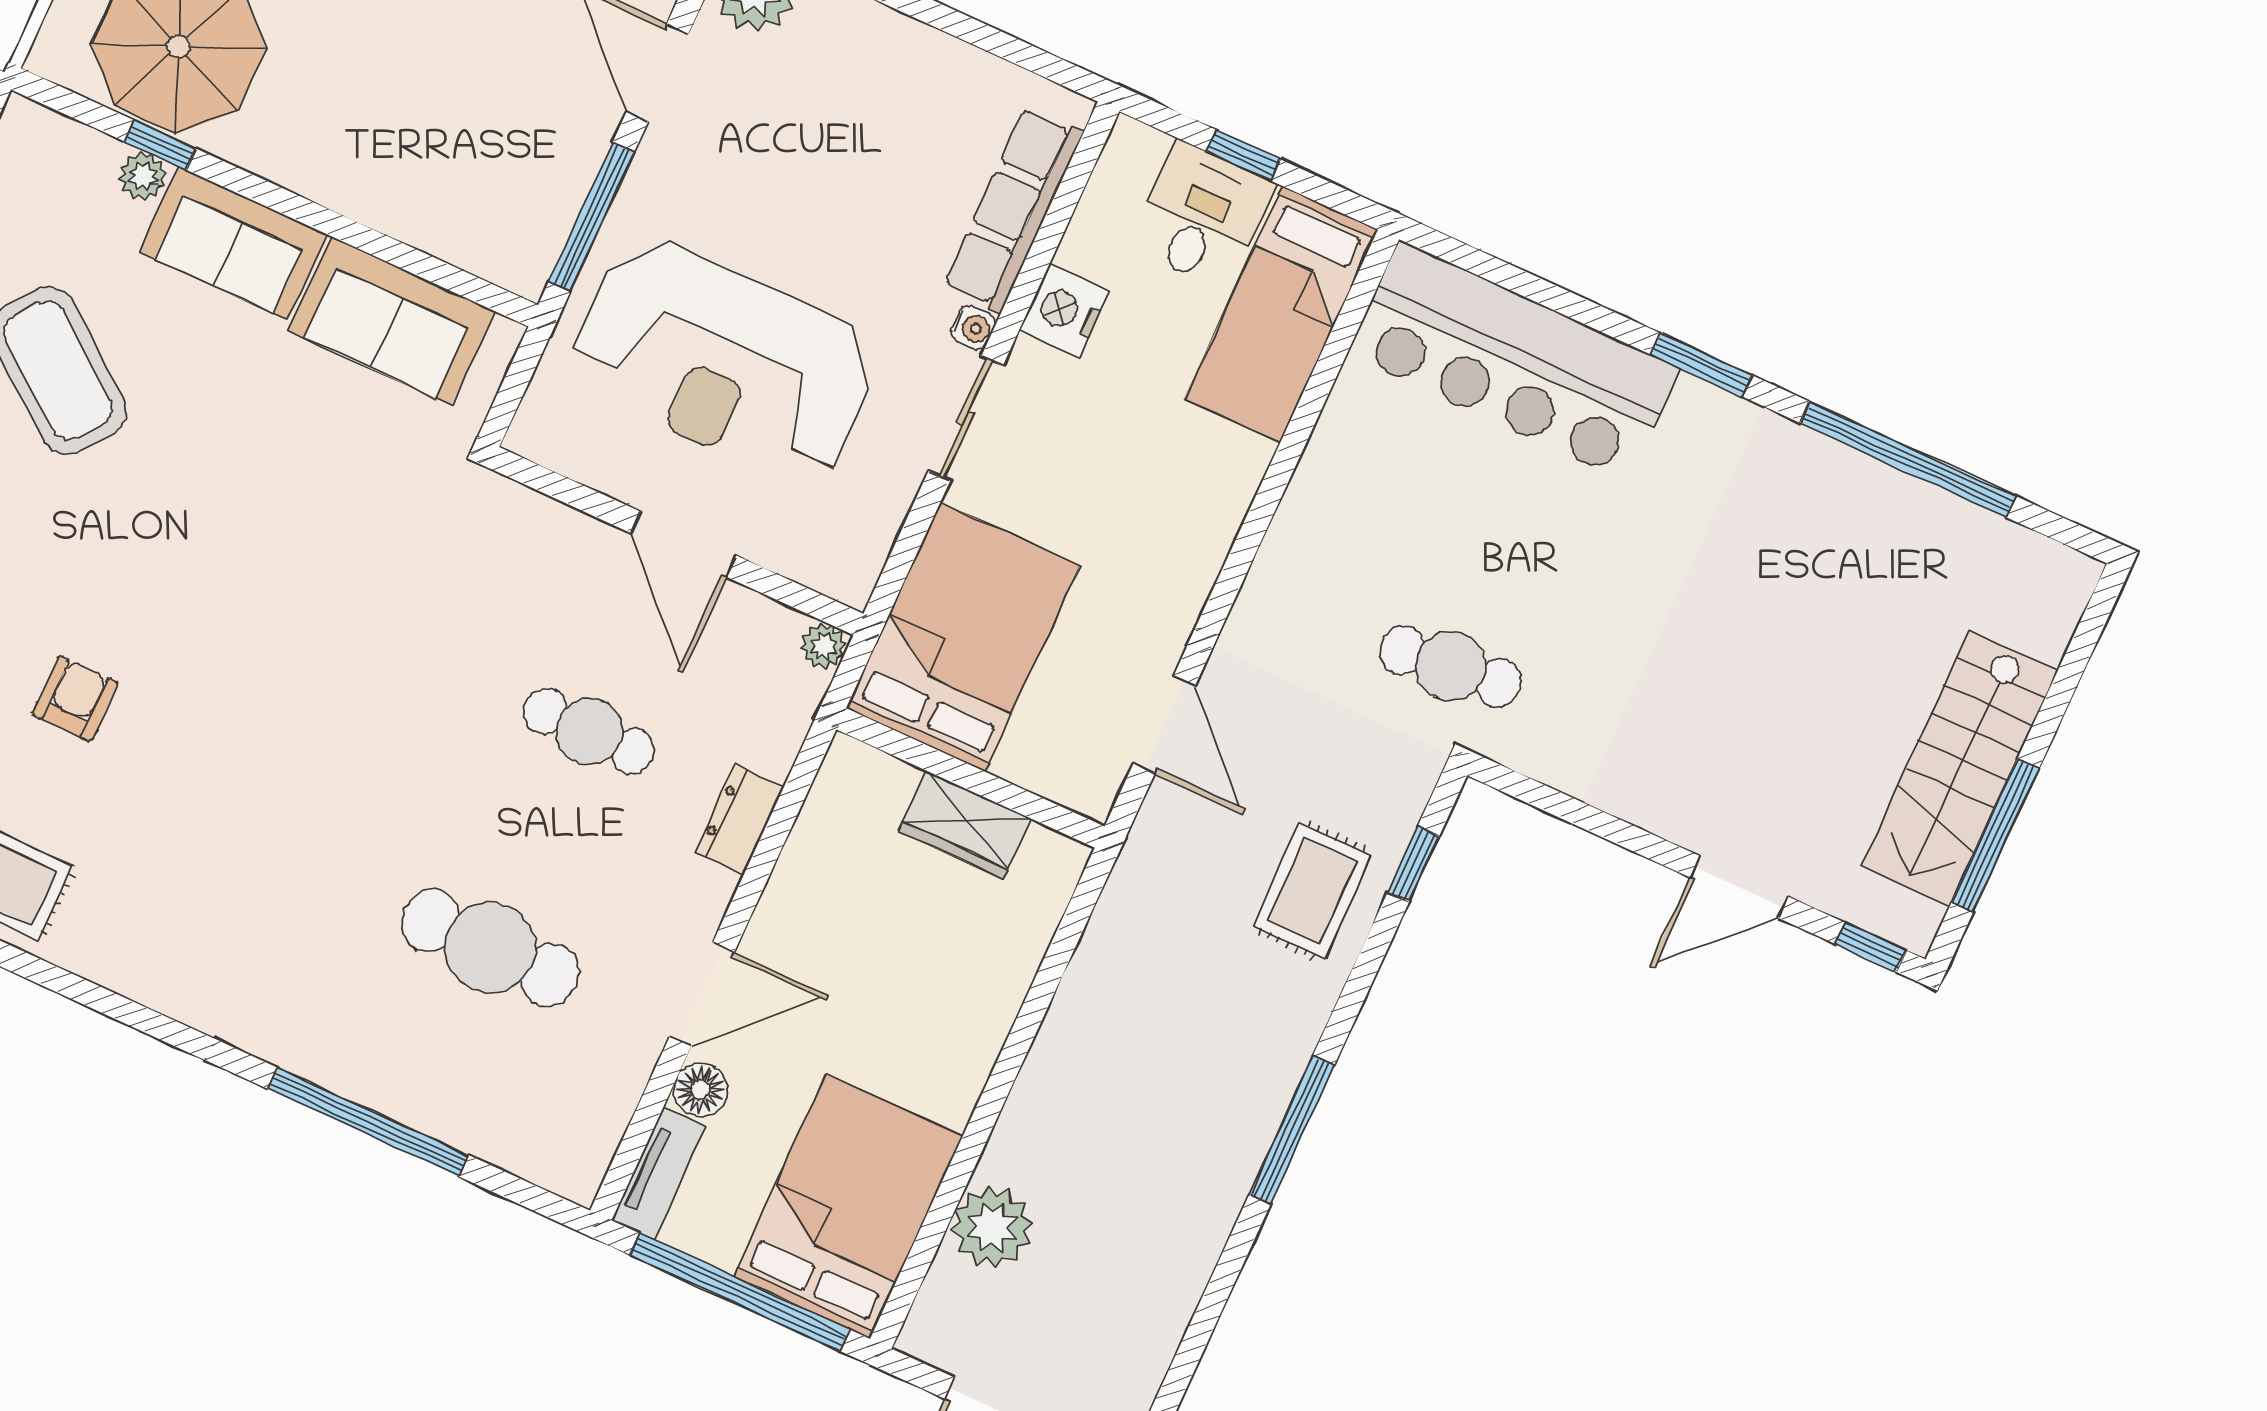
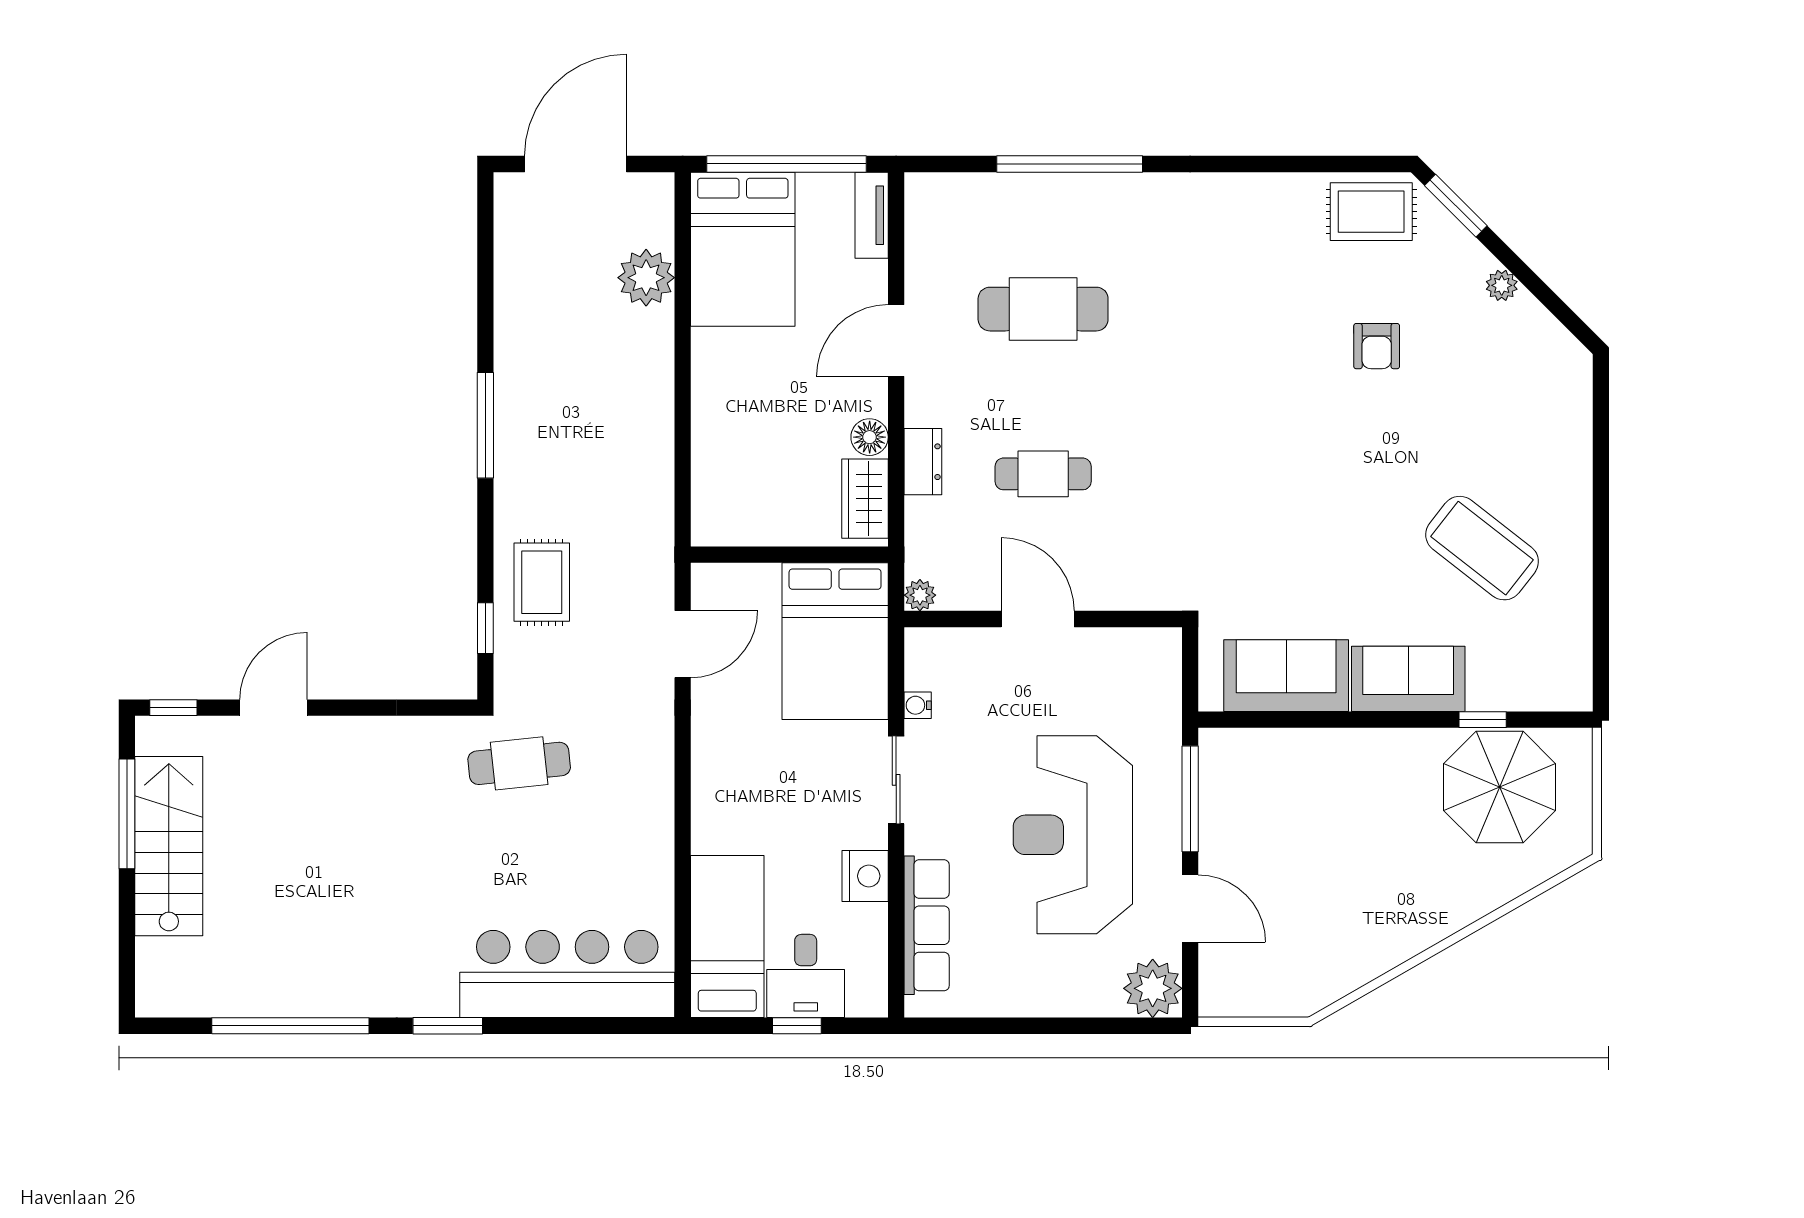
plant: (143, 176) -> (1485, 695), removed
water cooler: (973, 328) -> (918, 705), moved
reception desk: (725, 361) -> (1073, 835), moved, turned -90
door: (1164, 725) -> (683, 644), swing flipped
wardrobe: (965, 825) -> (865, 499), moved, turned -90
floor lamp: (701, 1090) -> (870, 437), moved

